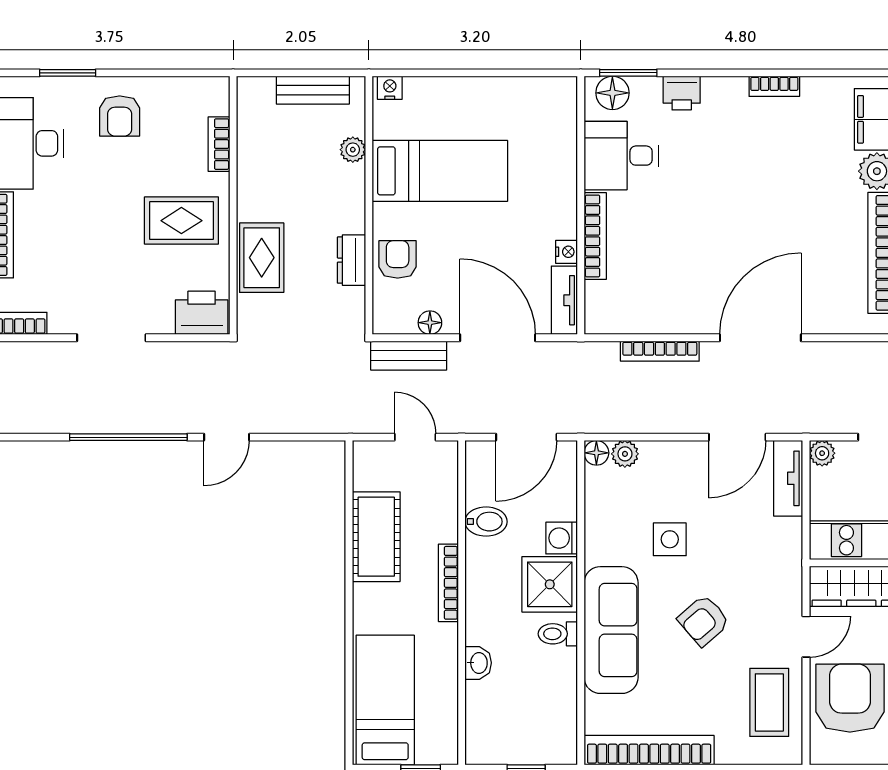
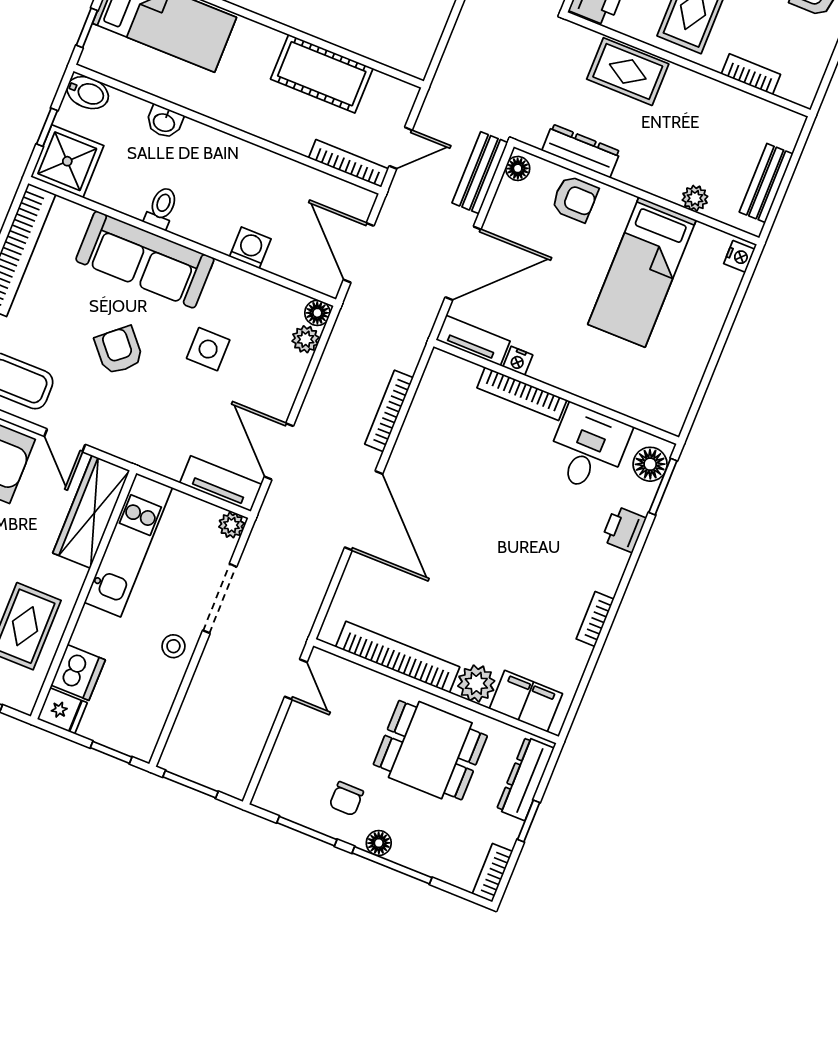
dresser: (351, 260) -> (581, 151), width x1.44
floor lamp: (430, 323) -> (518, 168), moved
bidet: (486, 522) -> (88, 93), moved, turned -90
bookcase: (448, 583) -> (349, 163), moved
shower: (550, 584) -> (67, 161), moved

